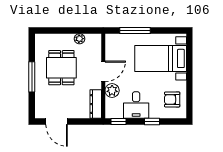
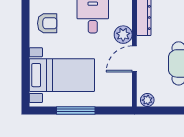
window: (135, 30) -> (76, 111), moved
plant: (79, 39) -> (147, 100), moved

